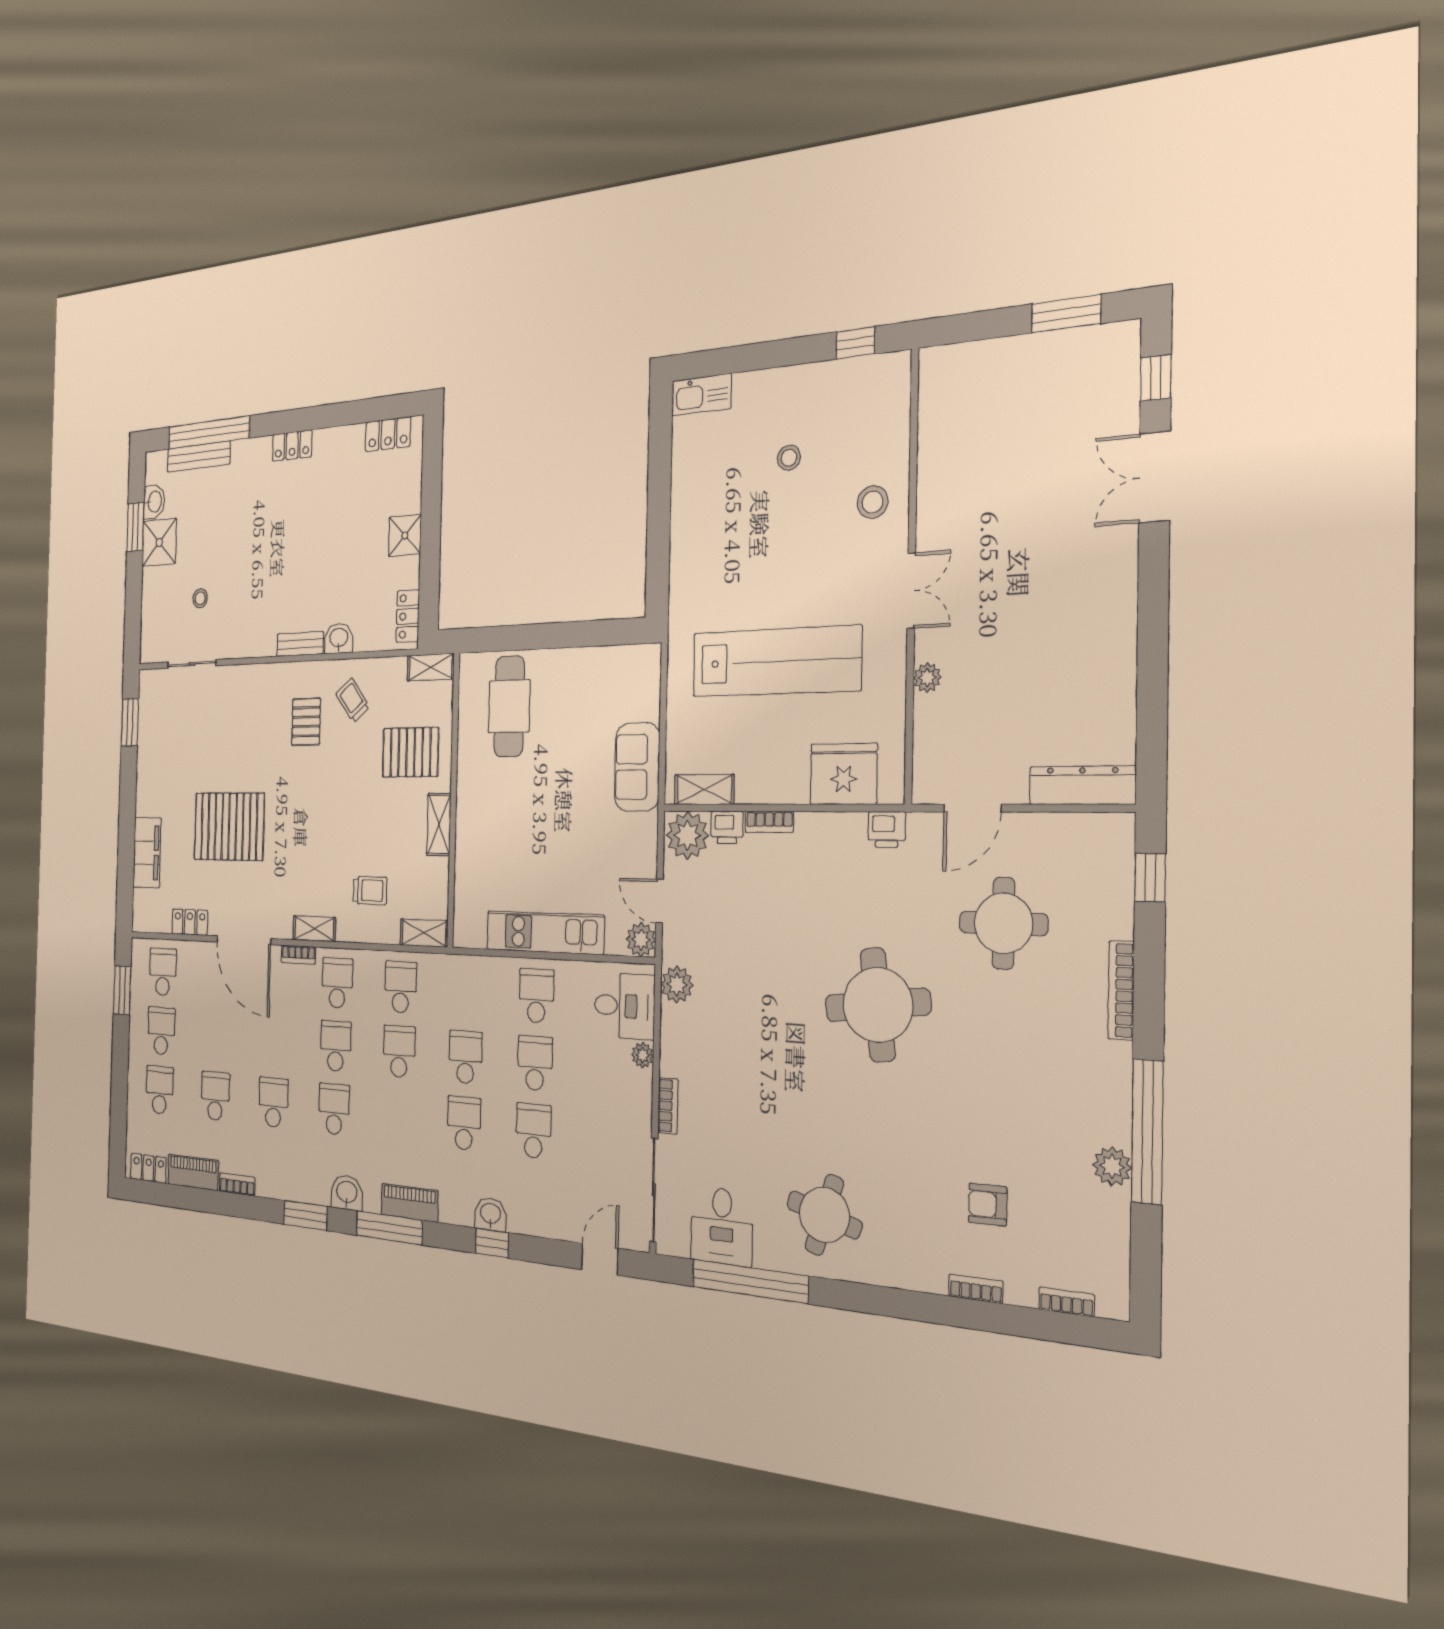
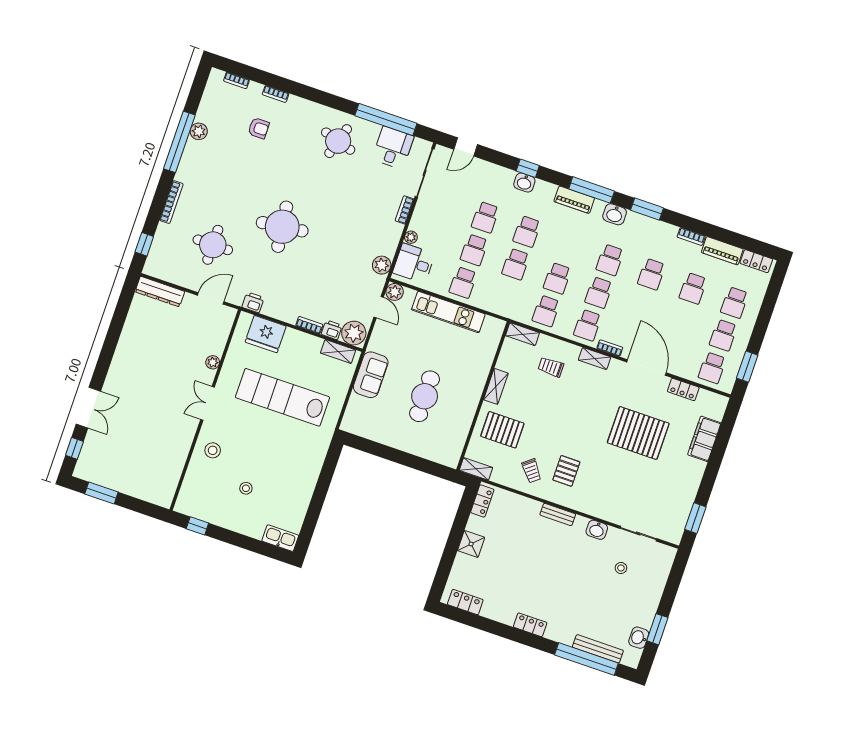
shower: (159, 542) -> (642, 613), removed
washbasin: (339, 638) -> (597, 530), moved
cafe table: (509, 706) -> (425, 396), moved

